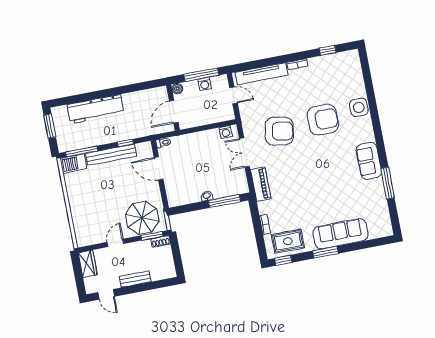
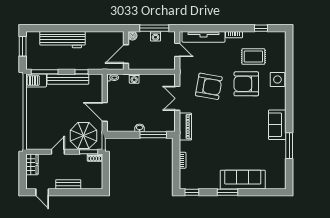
armchair: (323, 120) -> (246, 84), turned 180
washing machine: (226, 132) -> (134, 79), moved
door: (159, 168) -> (105, 112), moved
rug: (288, 241) -> (253, 56), moved

